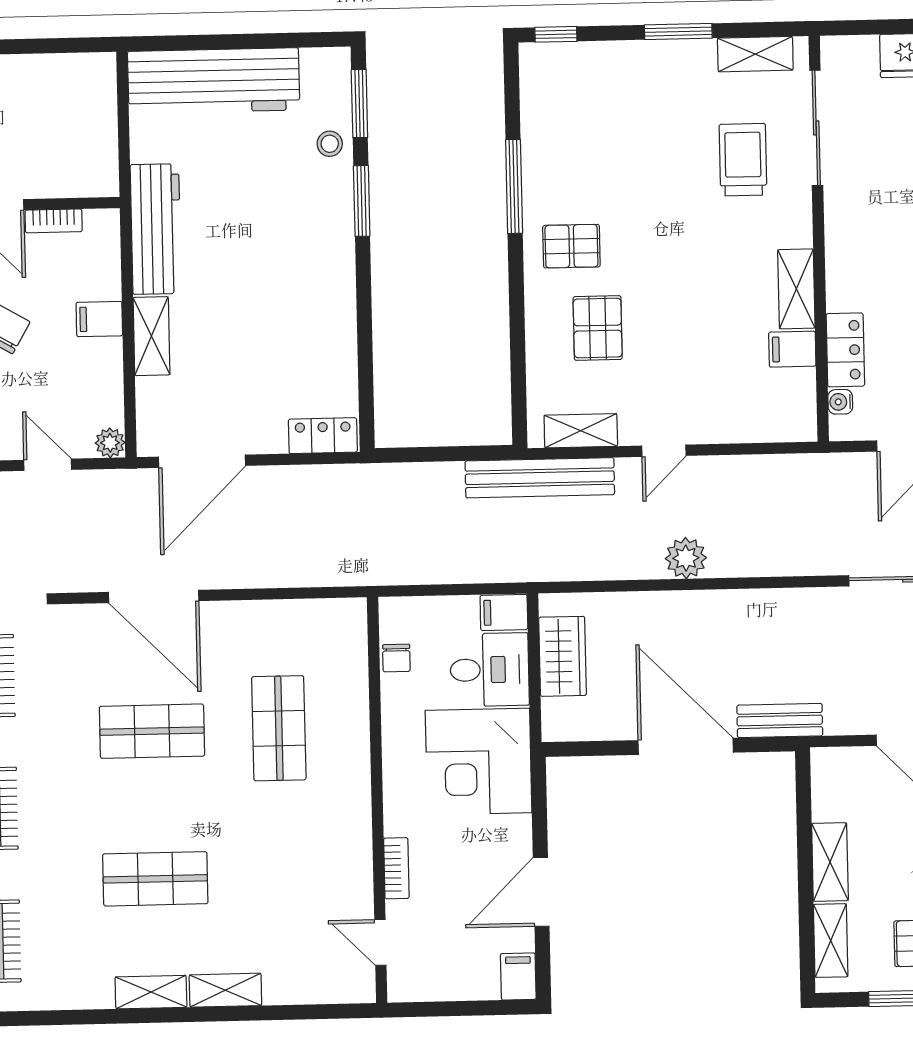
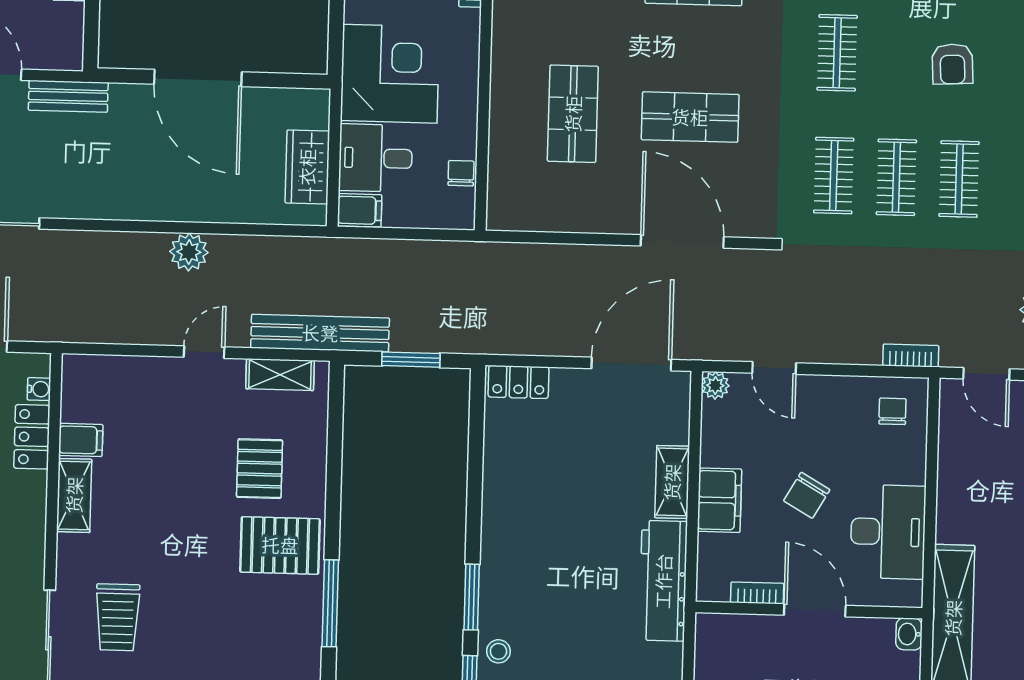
pallet: (571, 246) -> (280, 545), width x1.50, depth x1.42
filing cabinet: (99, 319) -> (719, 500), width x2.00
window: (440, 454) -> (411, 360), added
bench: (780, 721) -> (68, 96), moved

